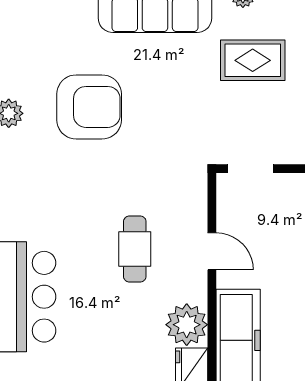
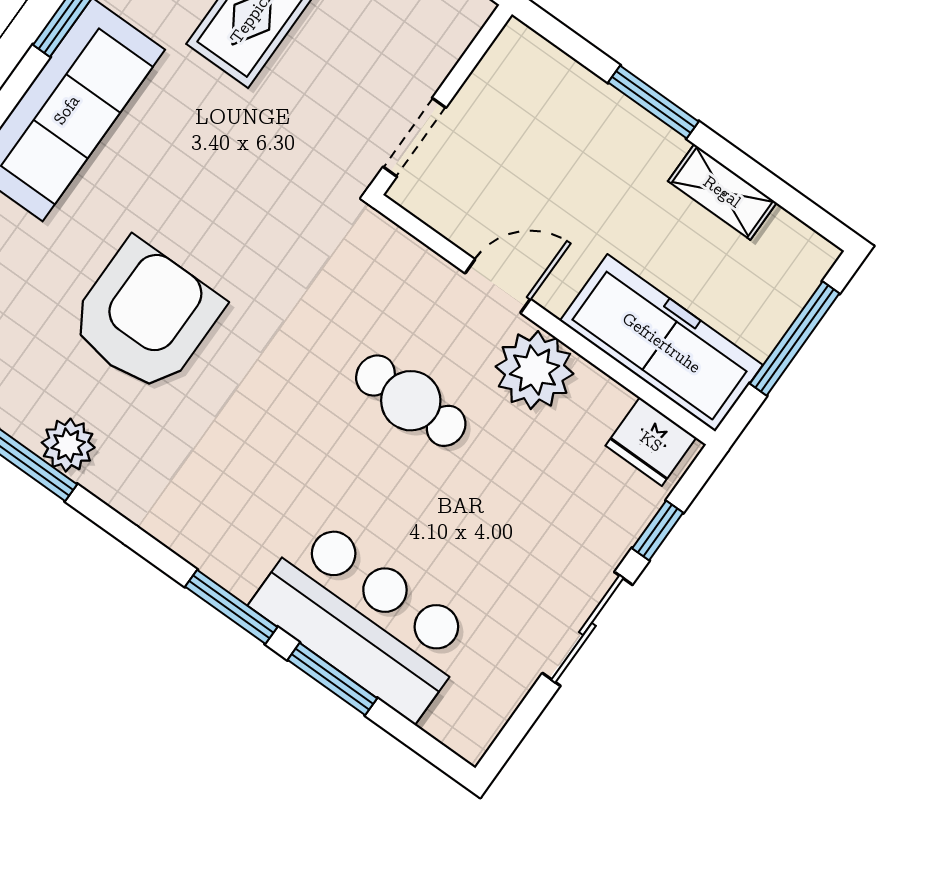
plant: (187, 325) -> (534, 370), moved

